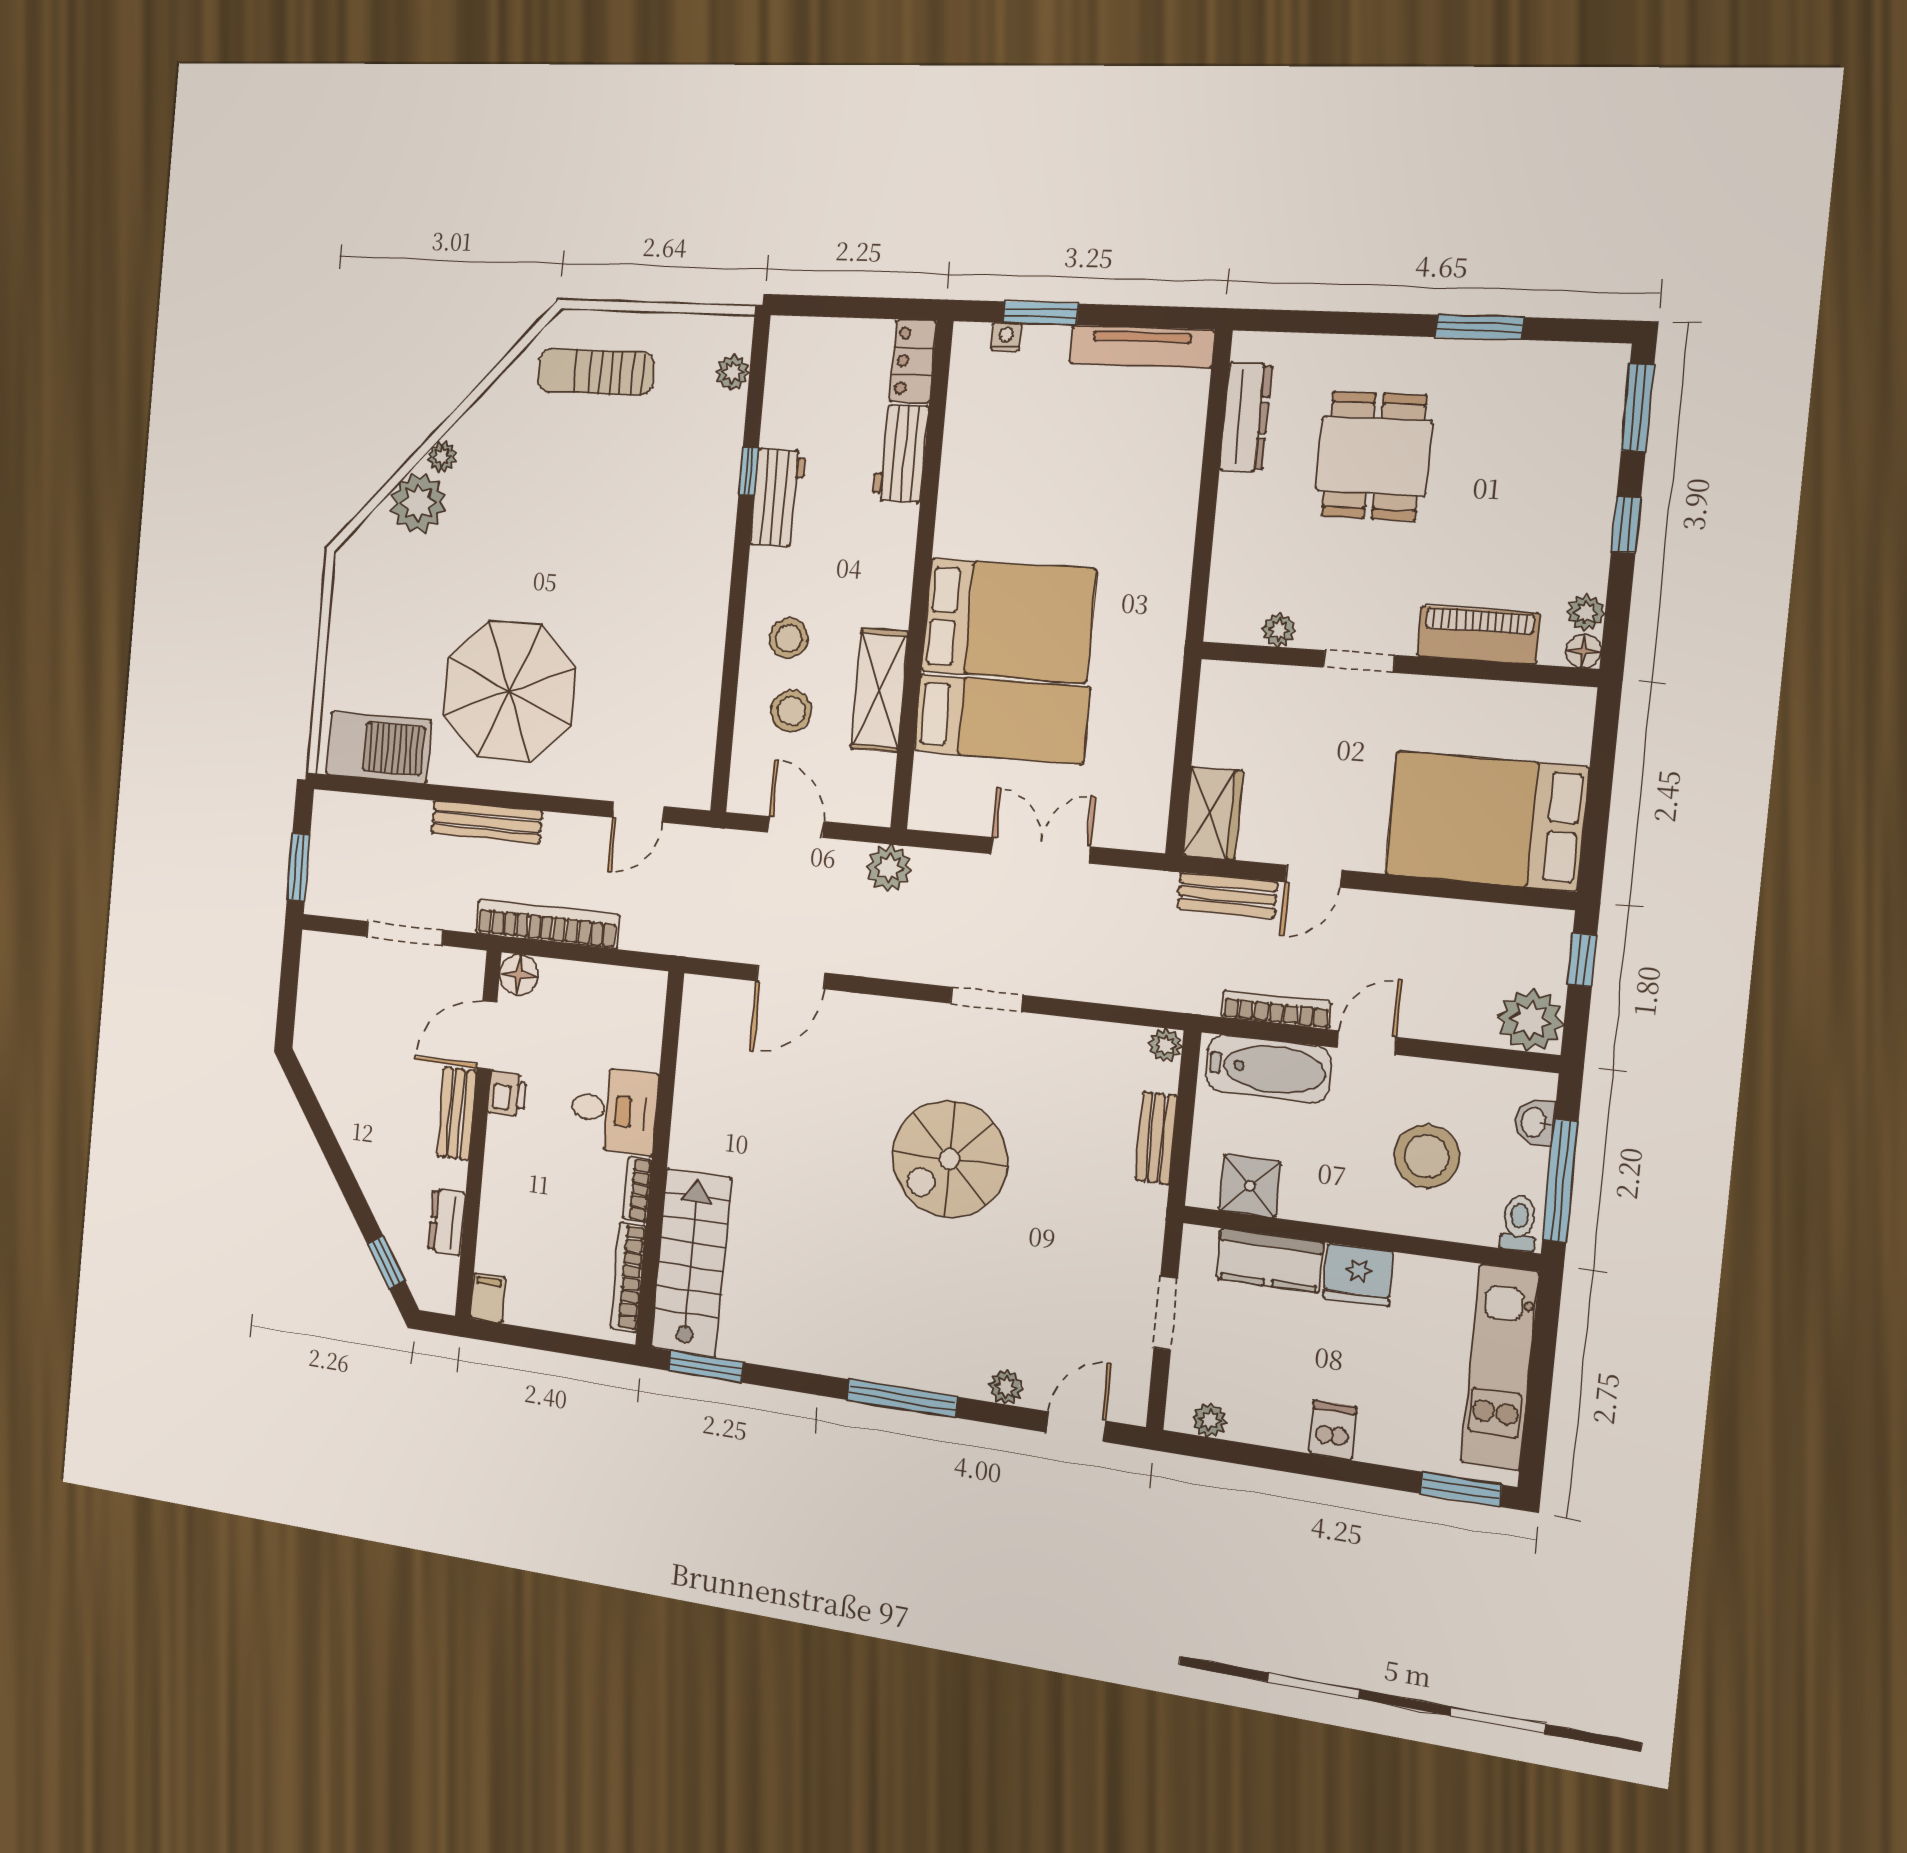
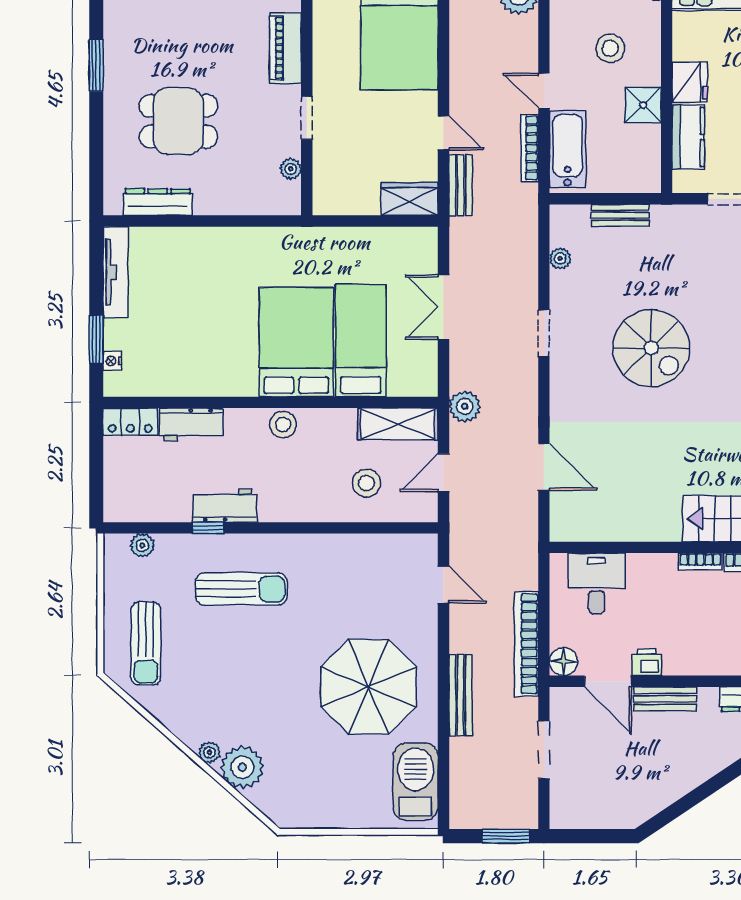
sun lounger: (659, 515) -> (241, 589), added
stool: (789, 638) -> (283, 425), moved
shelving: (879, 690) -> (398, 424), moved
plant: (1165, 1045) -> (560, 259), moved
desk: (614, 1110) -> (596, 583), moved
stool: (1427, 1156) -> (610, 48), width x0.73, depth x0.73
shower: (1250, 1186) -> (643, 105), moved

